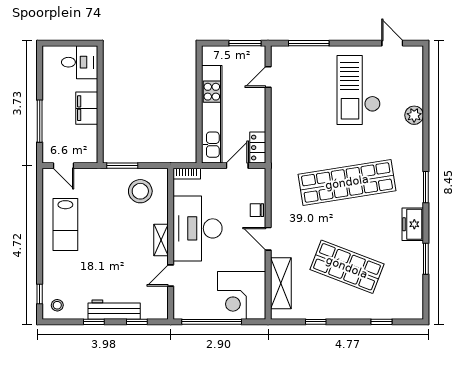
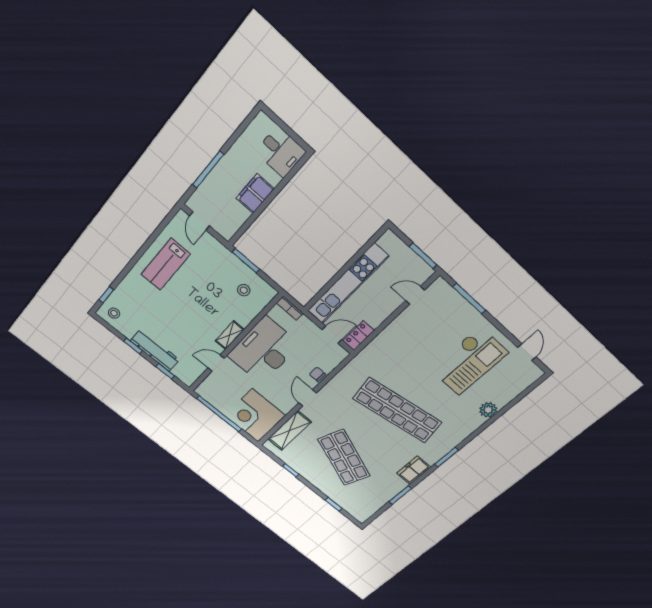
checkout: (359, 90) -> (469, 361), turned 180
stool: (140, 191) -> (244, 290), width x0.53, depth x0.53

